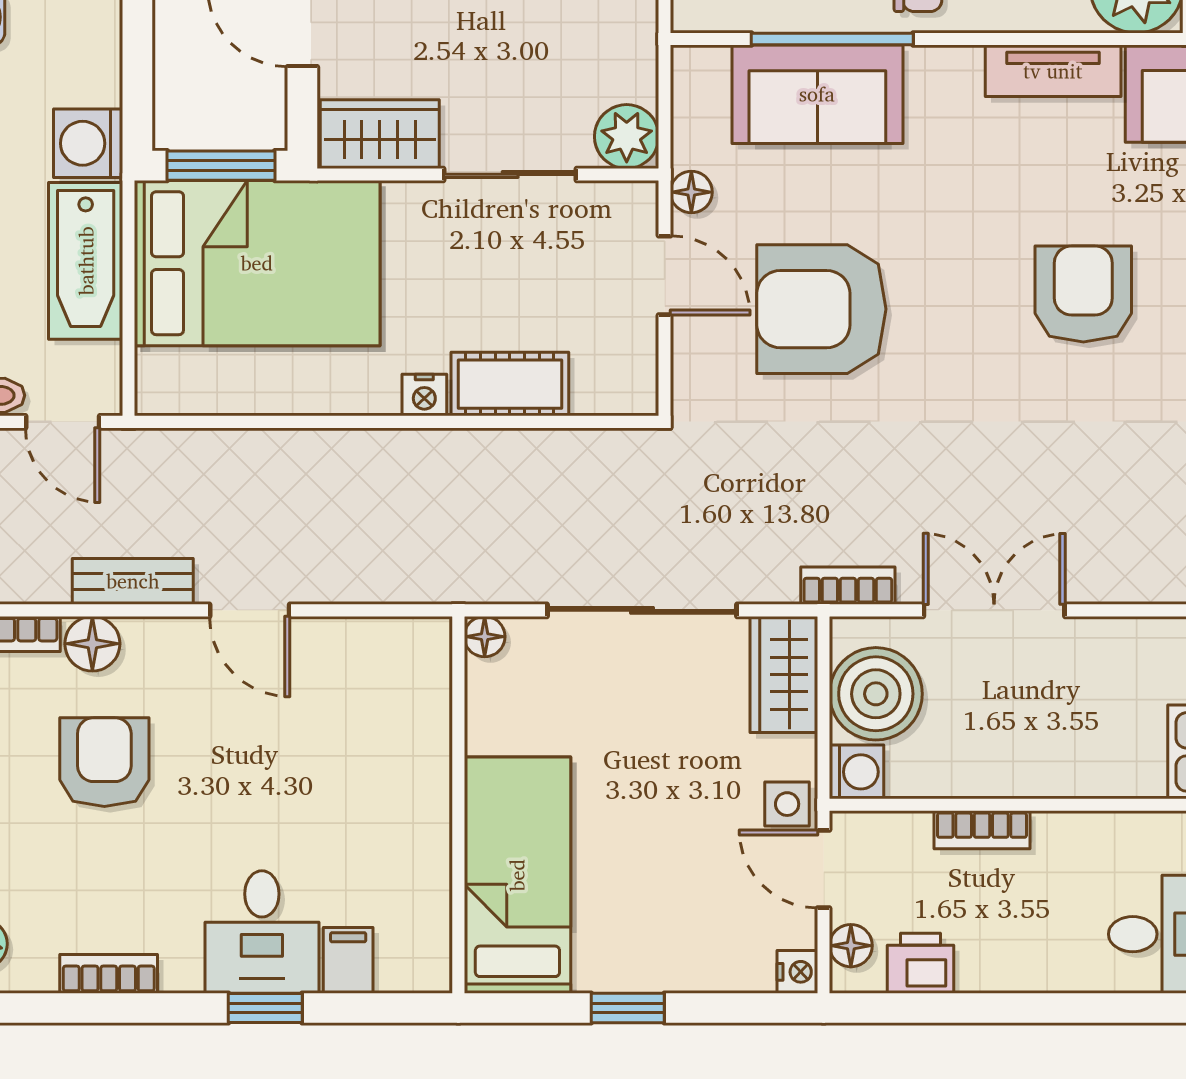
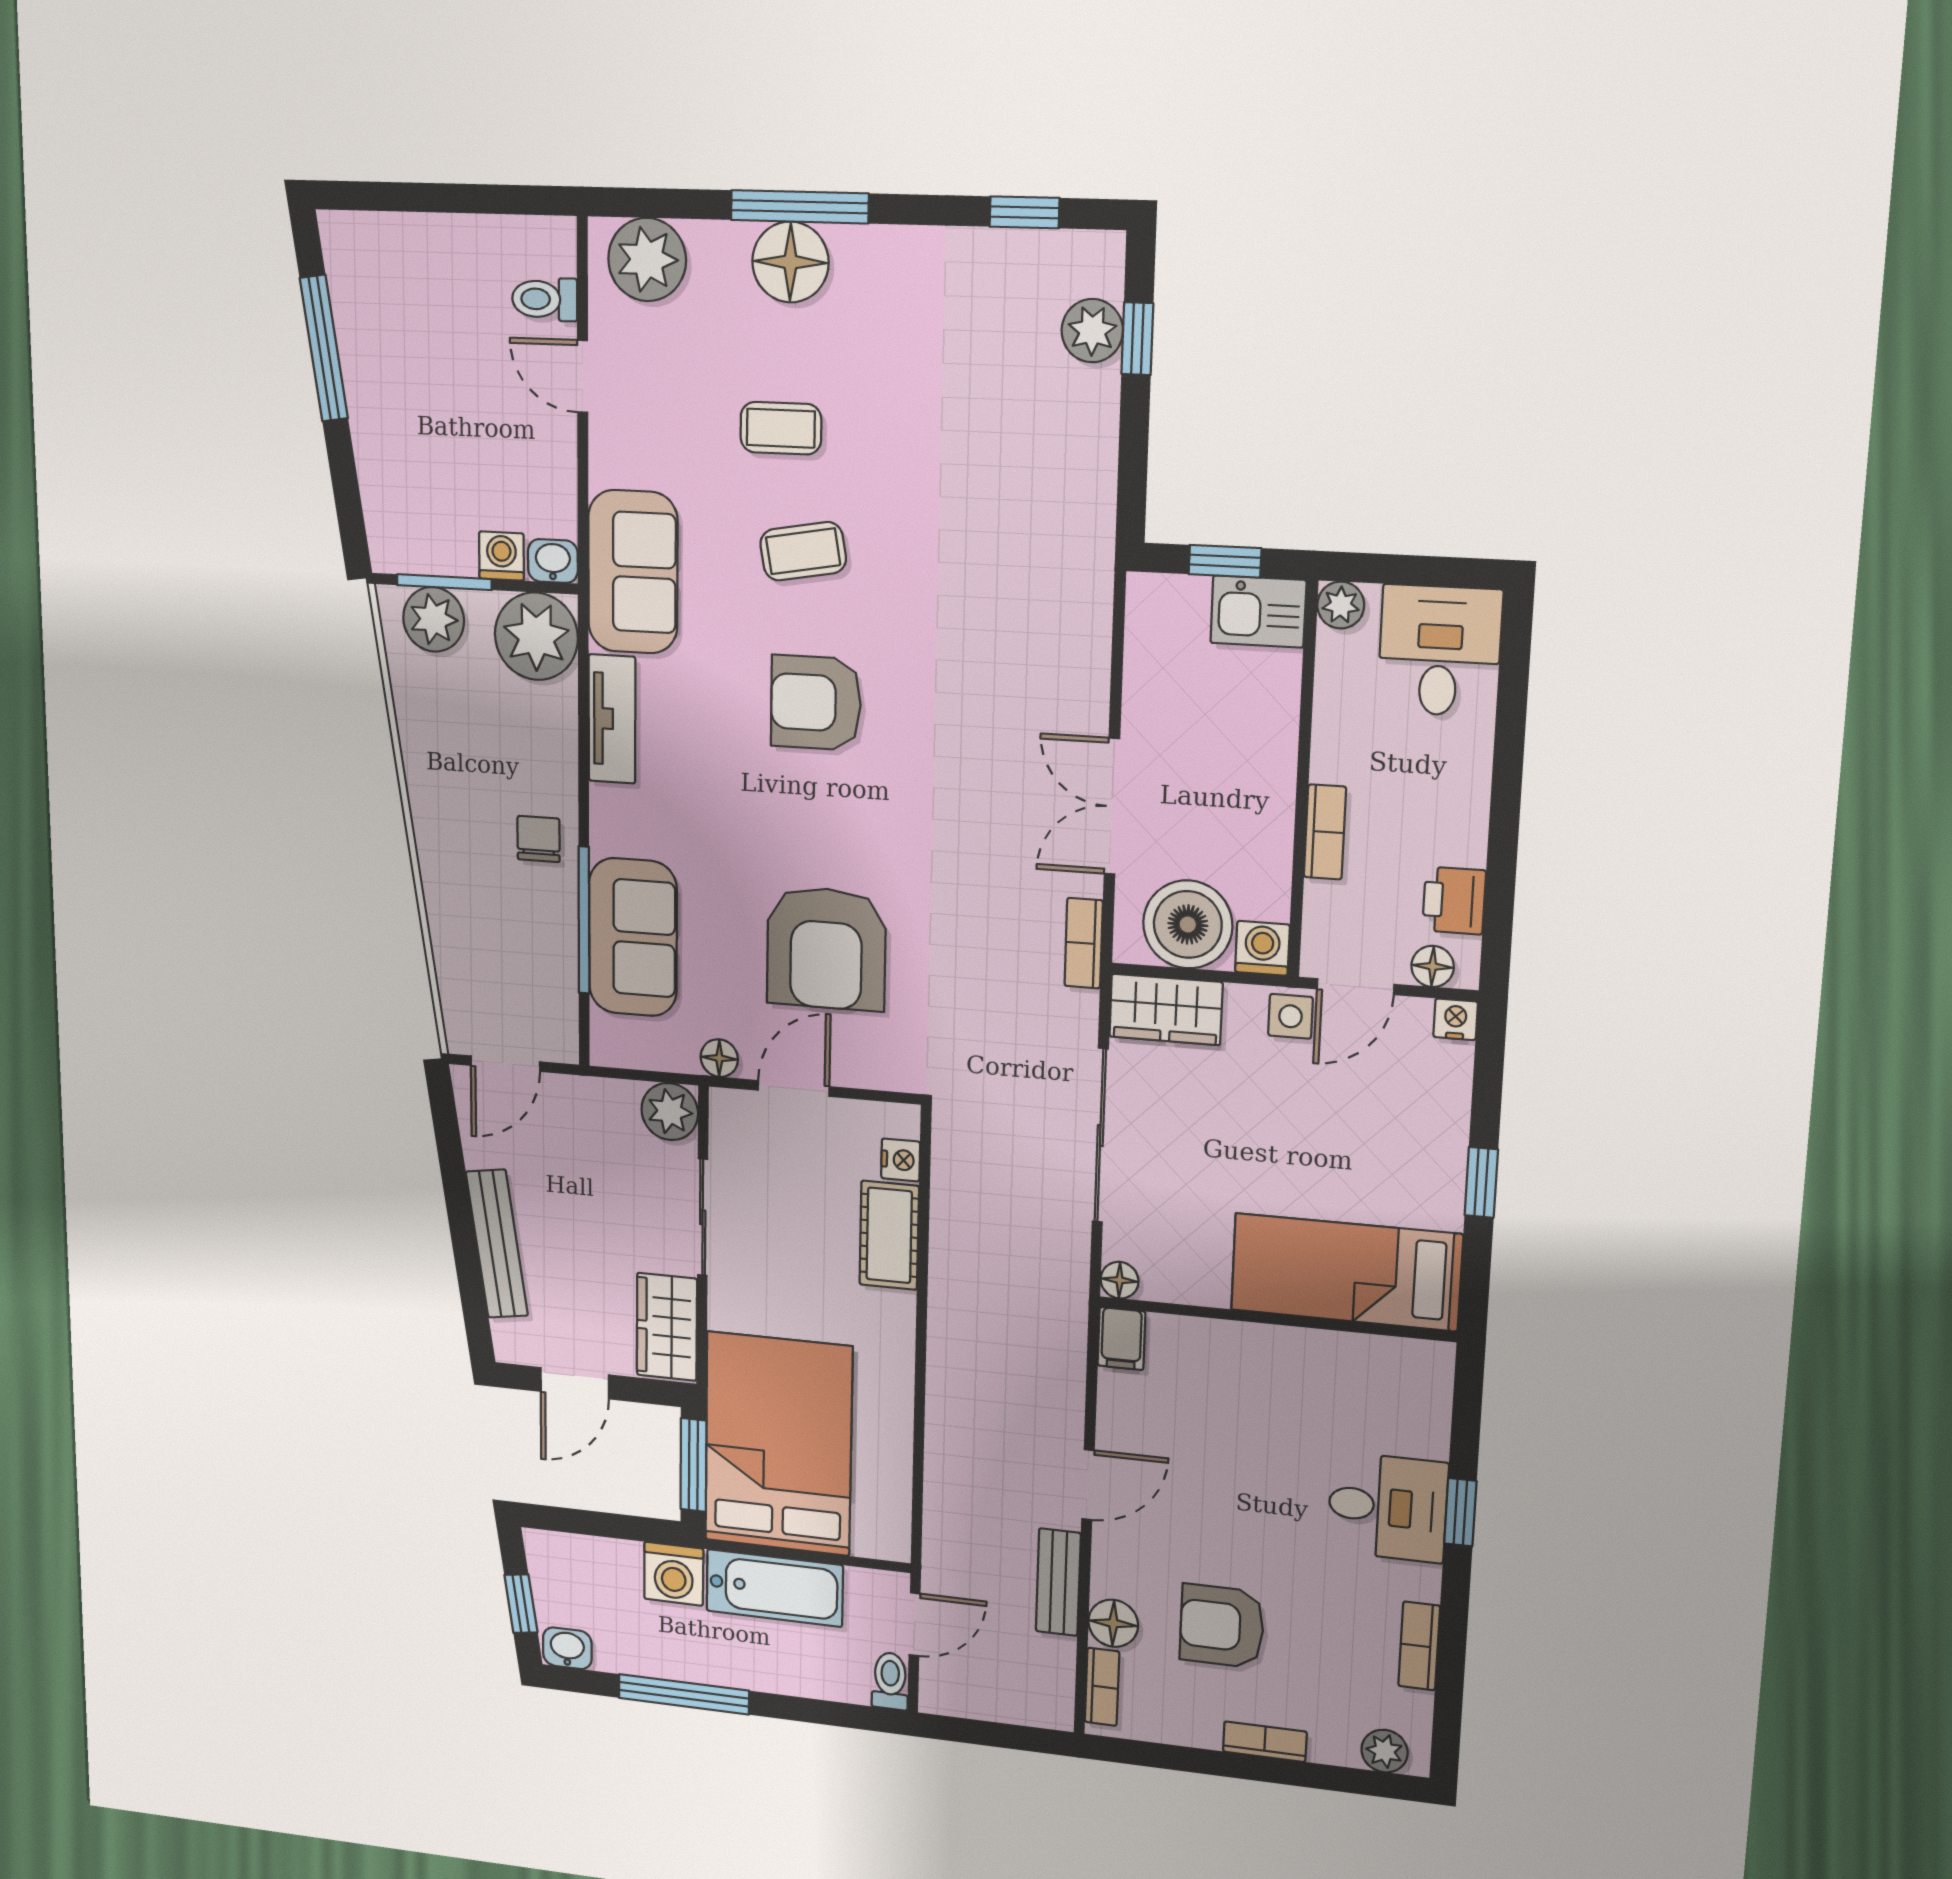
nightstand: (424, 395) -> (901, 1160), moved
filing cabinet: (348, 960) -> (1122, 1339), moved, turned -90

